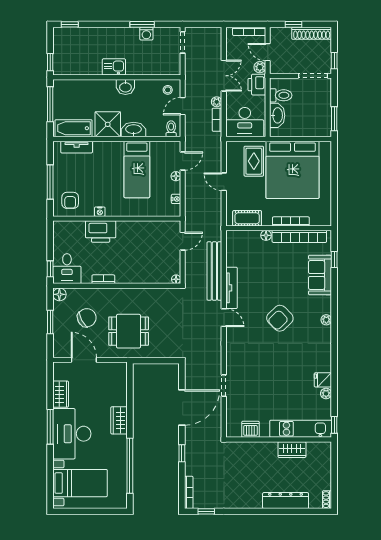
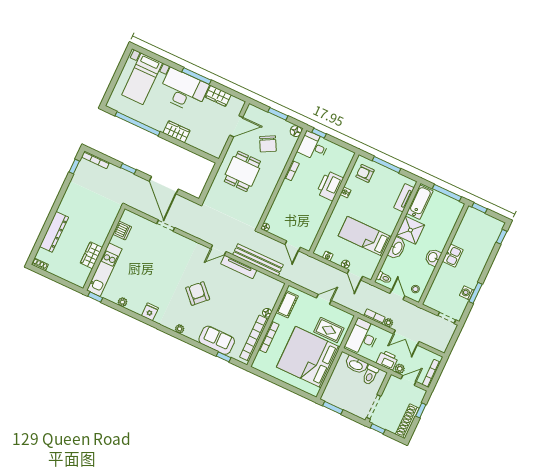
fridge: (323, 380) -> (150, 312), moved

